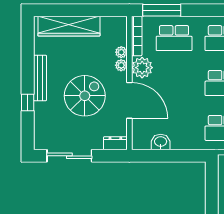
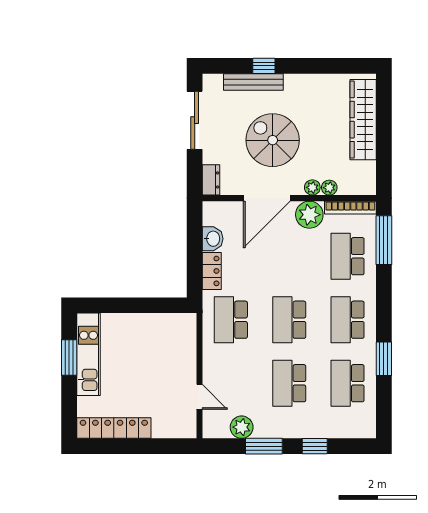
bench: (40, 78) -> (253, 82), moved
spiral stairs: (85, 96) -> (273, 140), turned 180
locker: (185, 143) -> (212, 271), added

